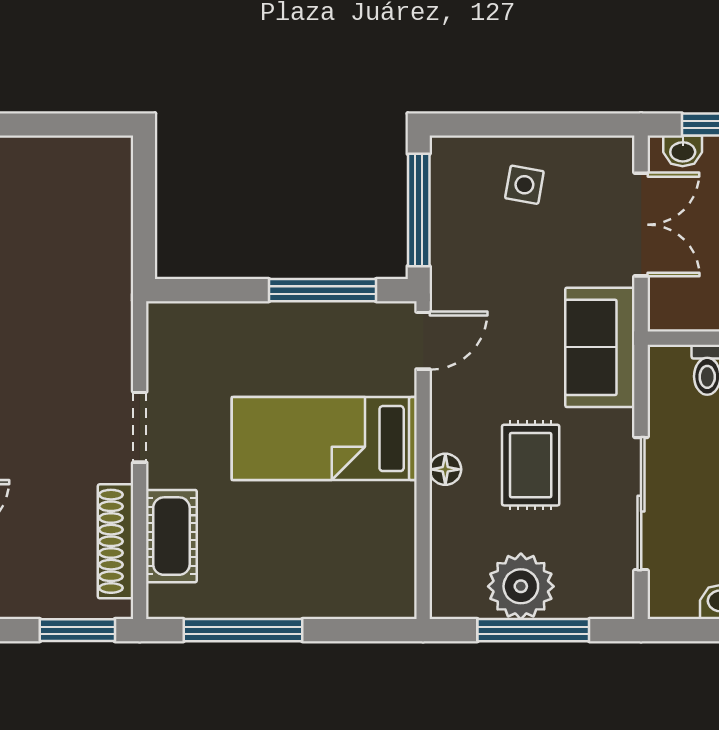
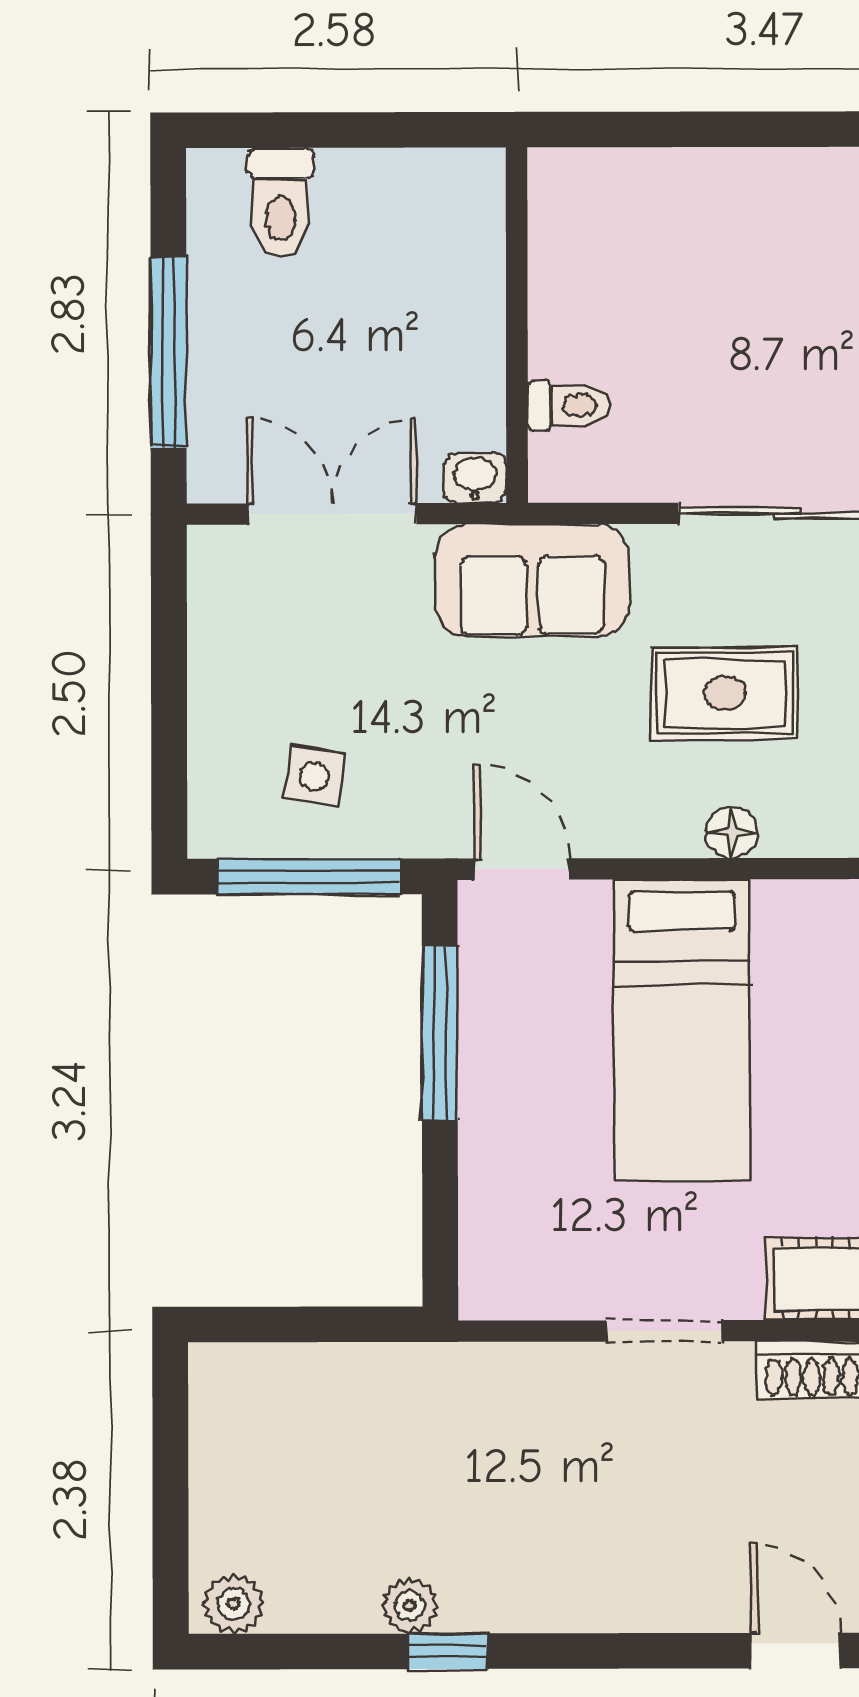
washbasin: (683, 151) -> (475, 478), moved, turned -90
side table: (524, 185) -> (314, 776), moved

